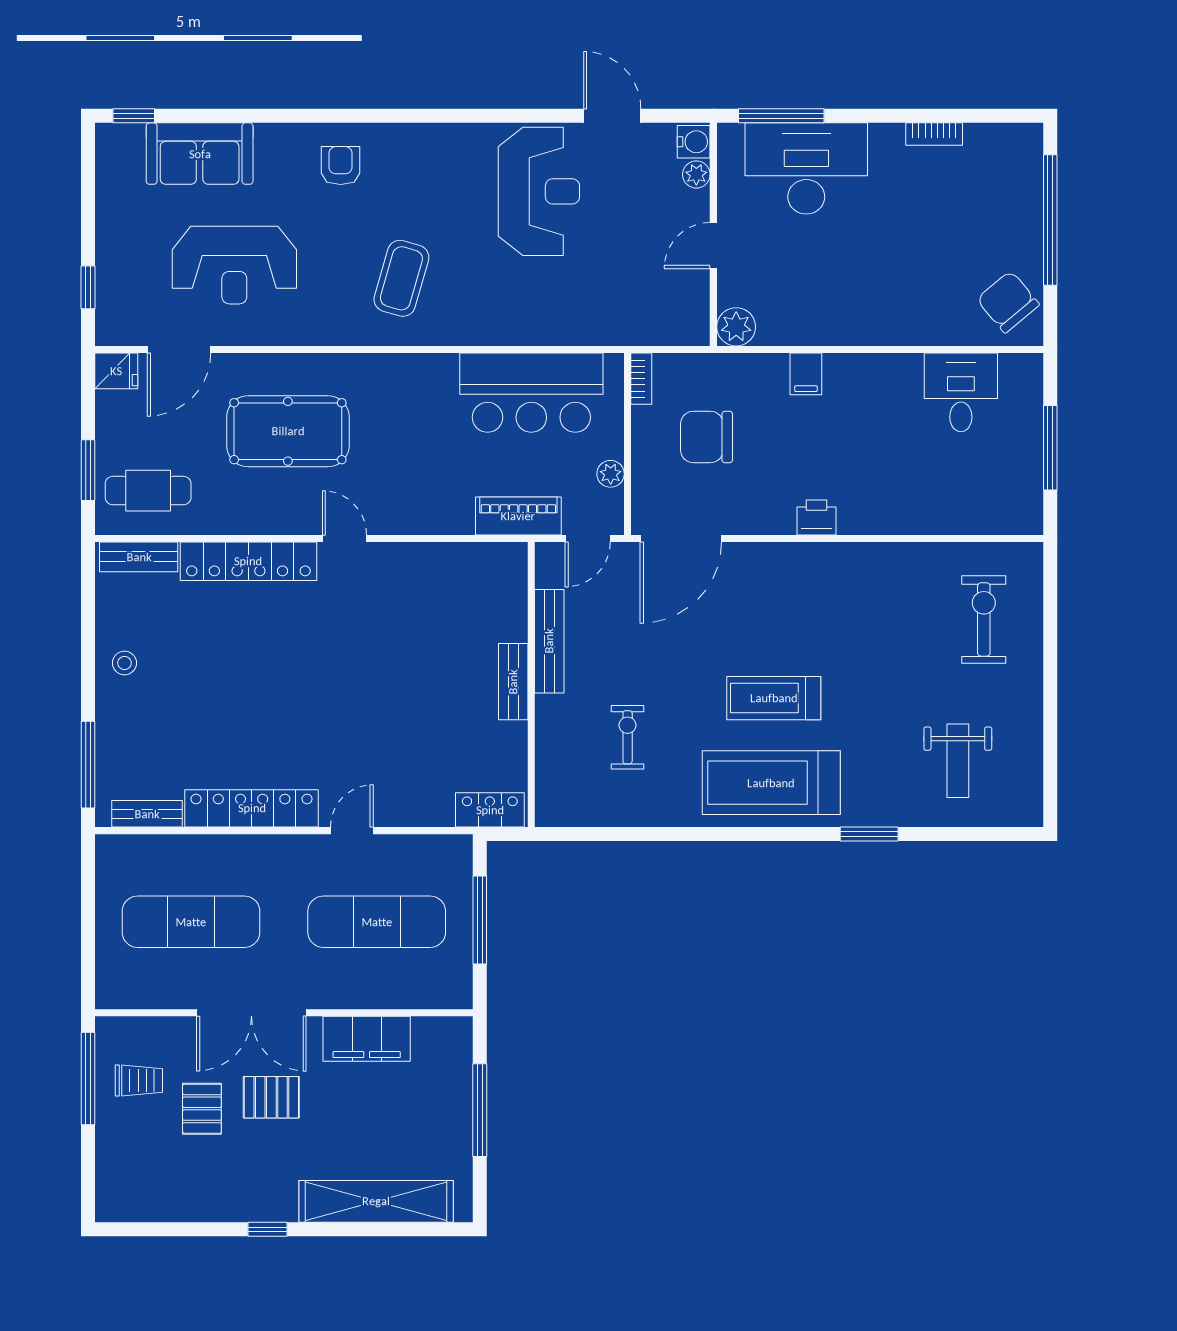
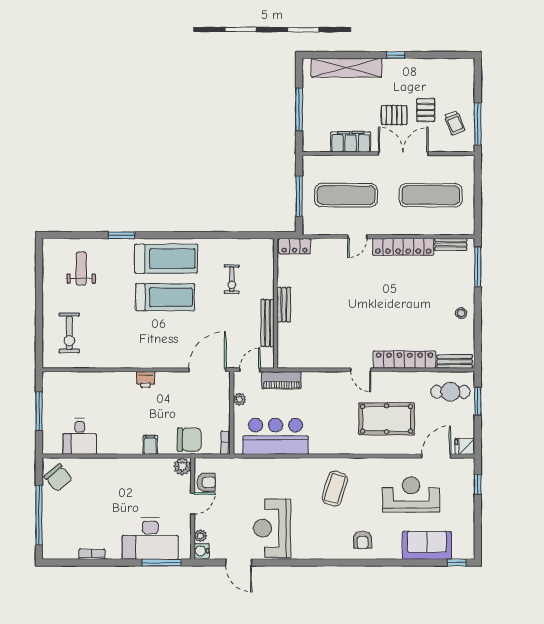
armchair: (683, 292) -> (206, 482), added
chair: (707, 437) -> (189, 440), moved
treadmill: (774, 698) -> (165, 297), width x1.37, depth x1.38
trolley: (139, 1080) -> (455, 123), turned -112

